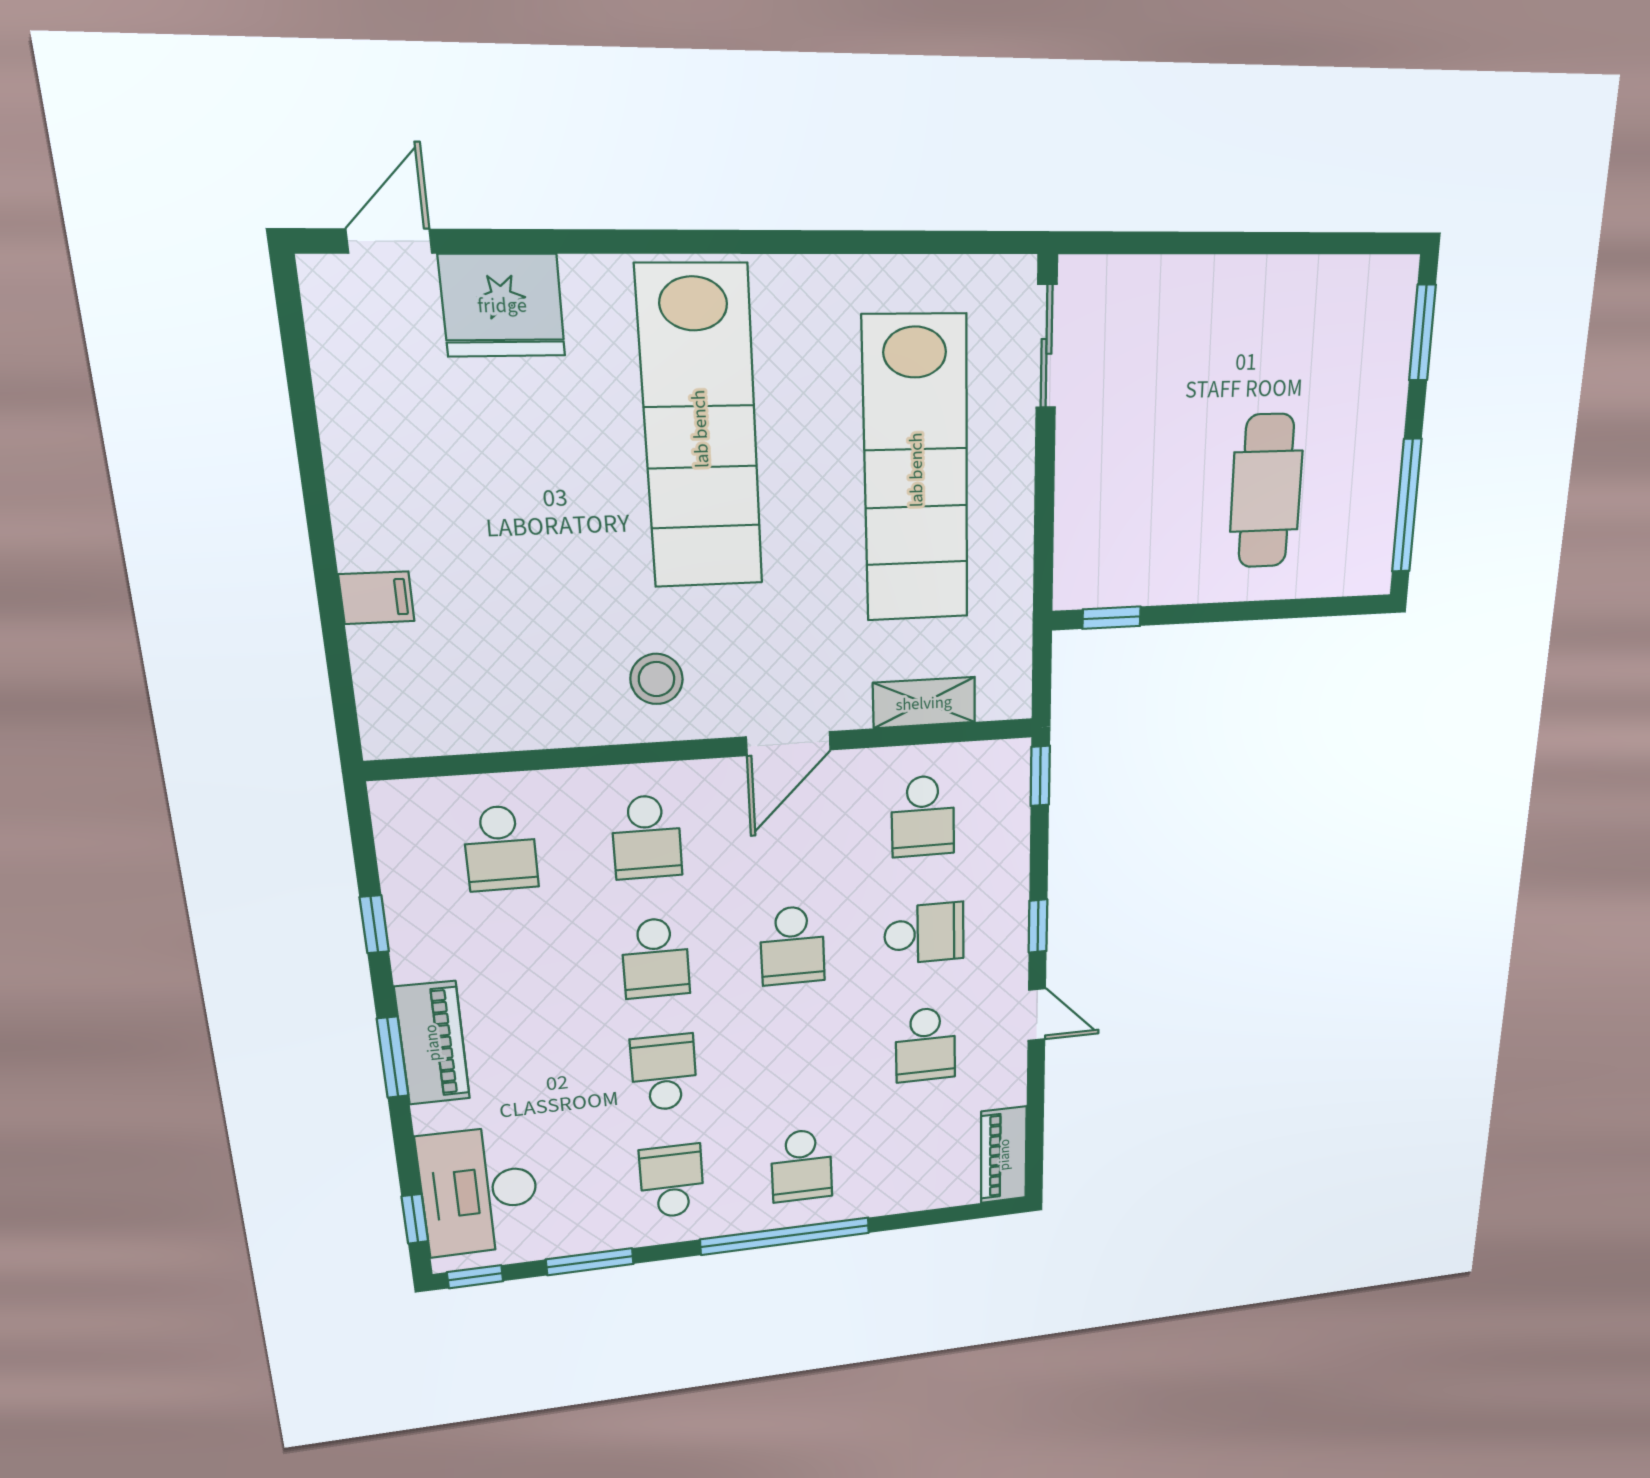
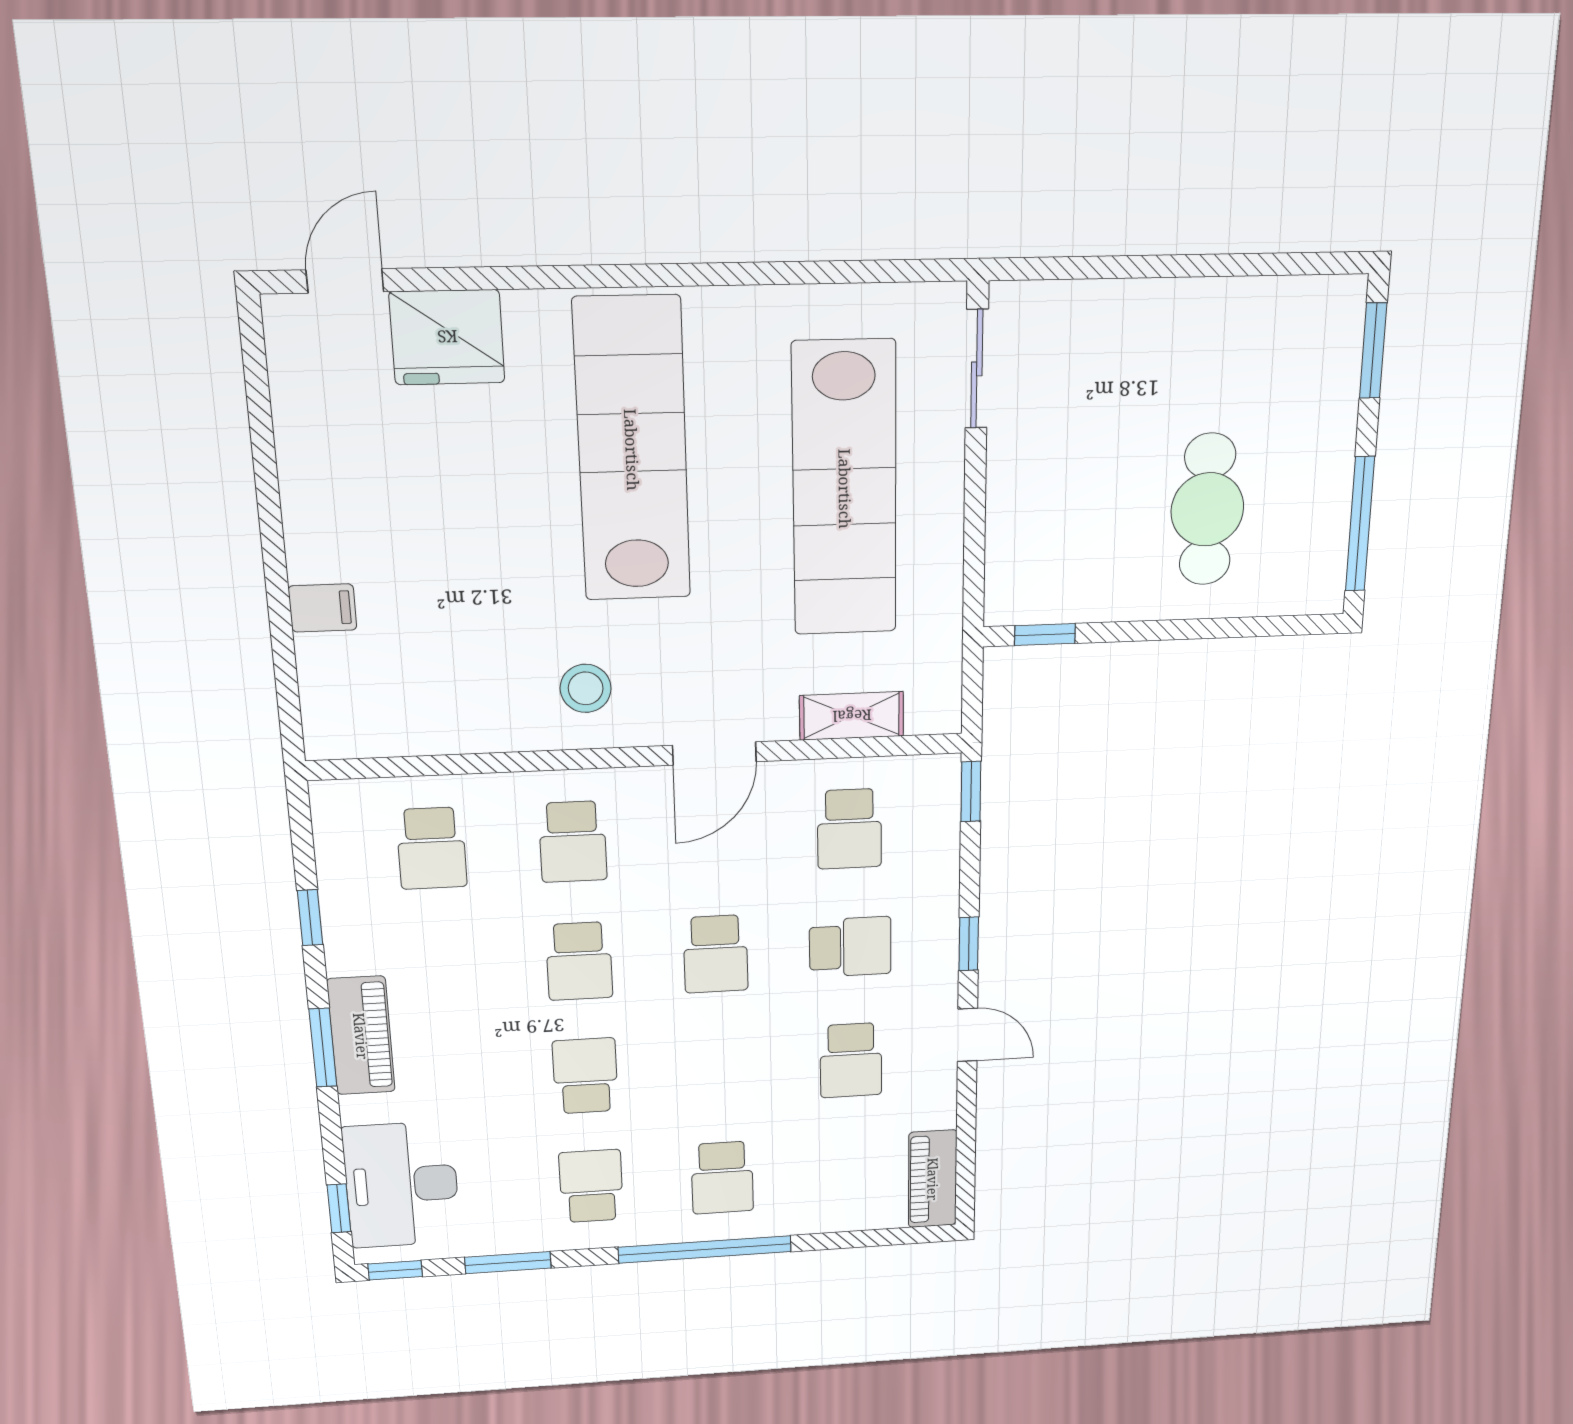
lab bench: (700, 429) -> (632, 450), turned 180

